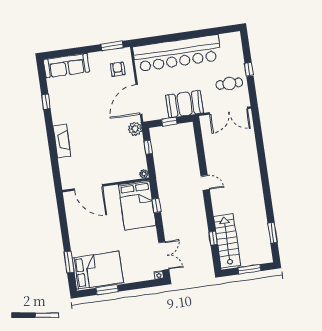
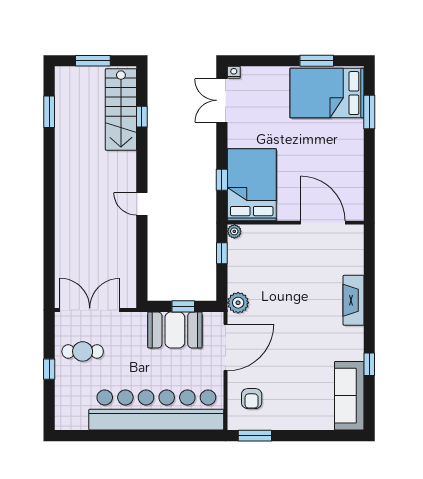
sofa: (67, 66) -> (349, 396), moved, turned -90
booth: (185, 104) -> (175, 330), moved
window: (148, 147) -> (222, 253), moved

